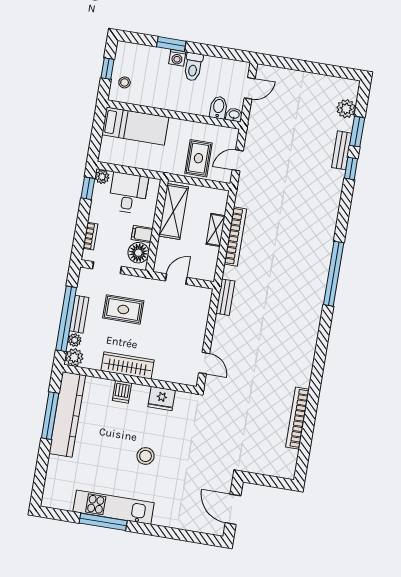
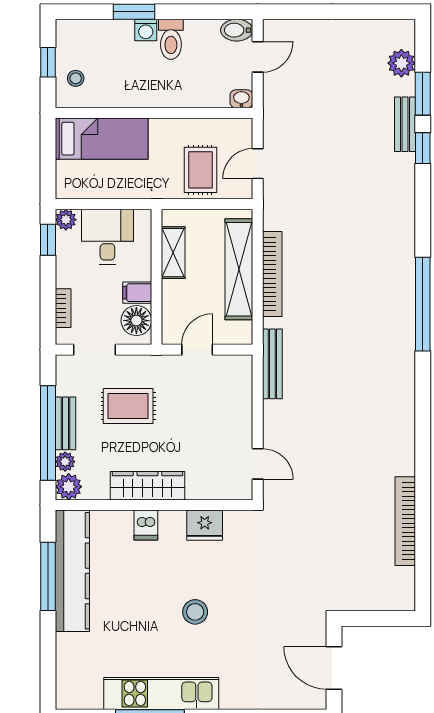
bidet: (218, 107) -> (237, 30), moved, turned -90
shelving: (173, 211) -> (173, 253), width x0.67, depth x0.75
shelving: (216, 230) -> (239, 269), width x2.20, depth x1.33
bench: (225, 297) -> (272, 364), width x1.36

